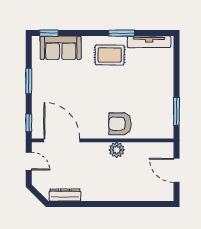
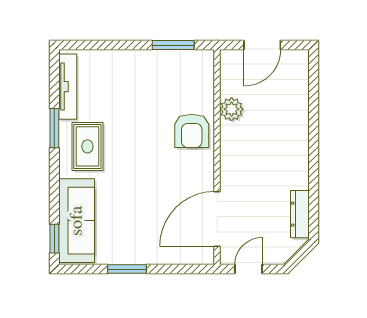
sofa: (61, 48) -> (77, 221), width x1.36
window: (29, 123) -> (190, 269), removed
plant: (117, 150) -> (232, 109), moved

